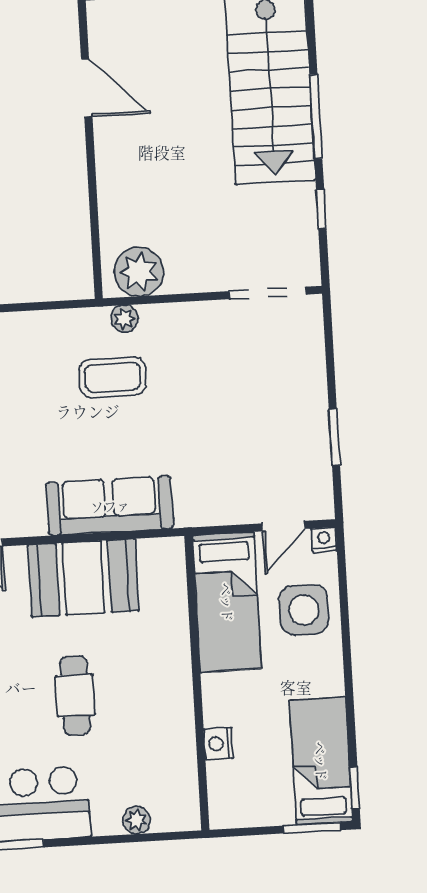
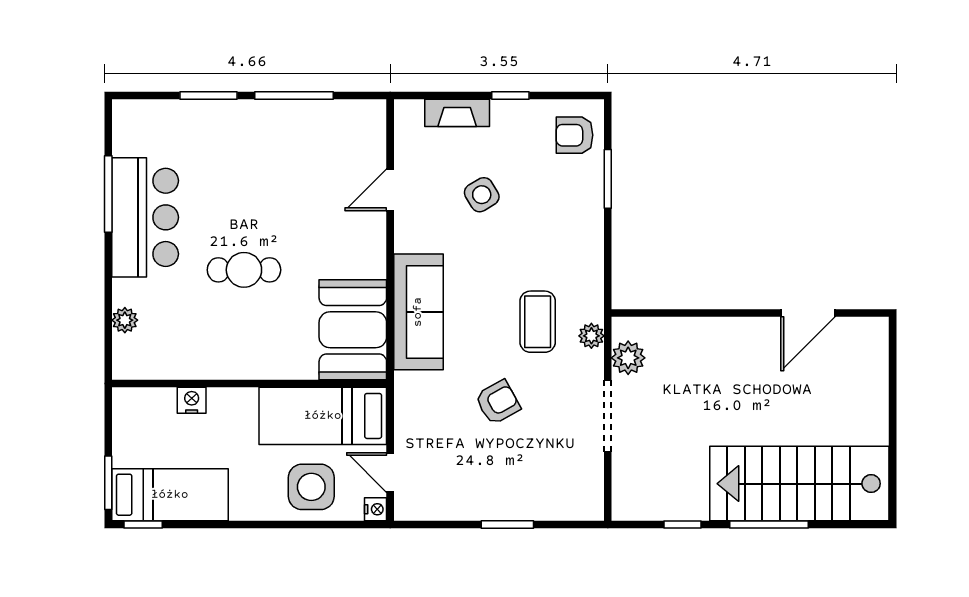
plant: (139, 272) -> (628, 358), width x0.73, depth x0.73
doorway: (268, 293) -> (608, 416), moved
armchair: (202, 415) -> (498, 402), added
window: (334, 437) -> (507, 524), moved
booth: (83, 578) -> (353, 330), moved

